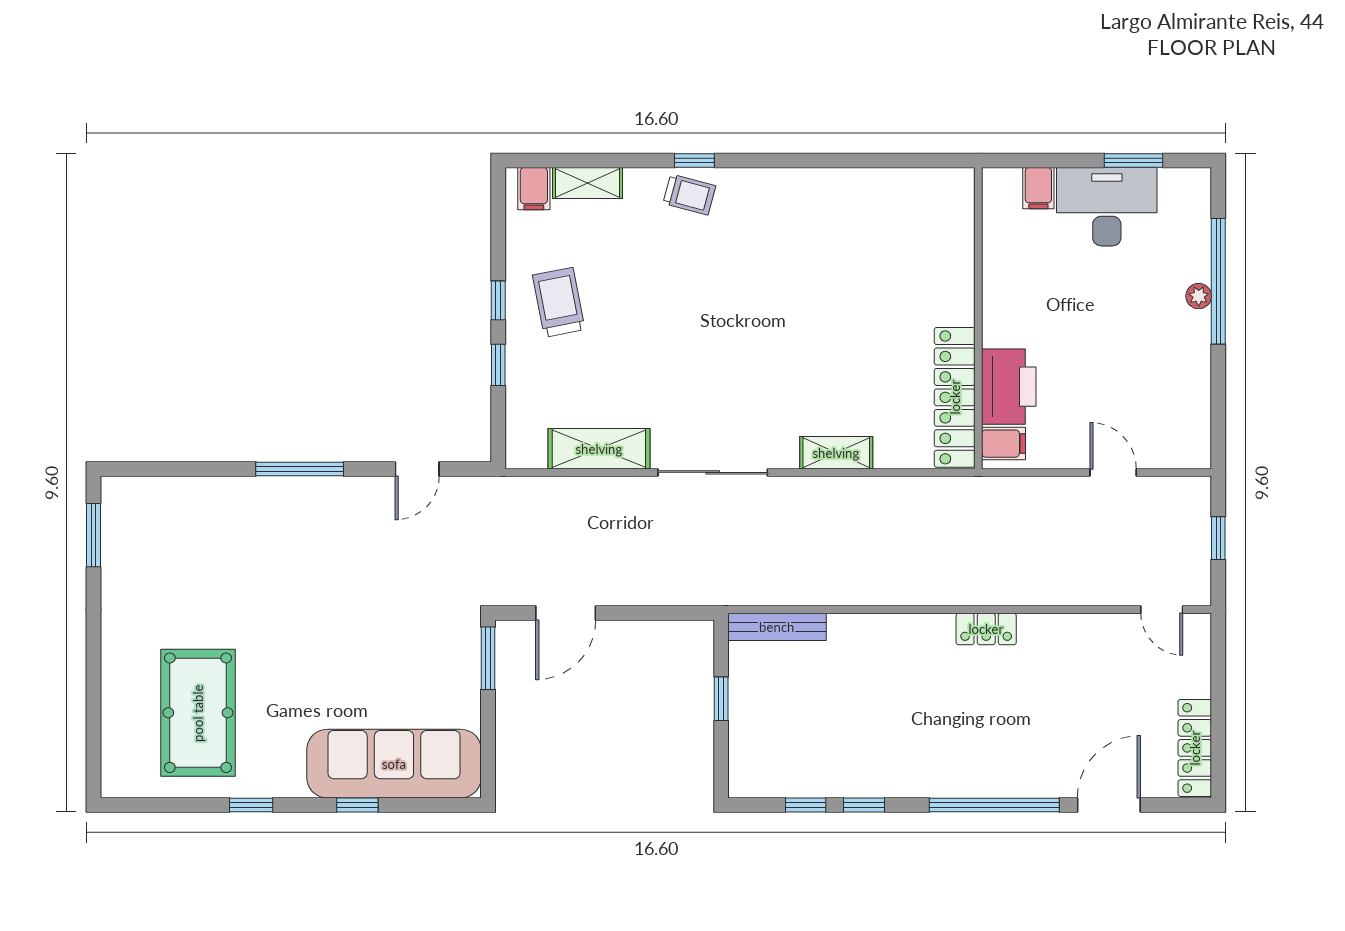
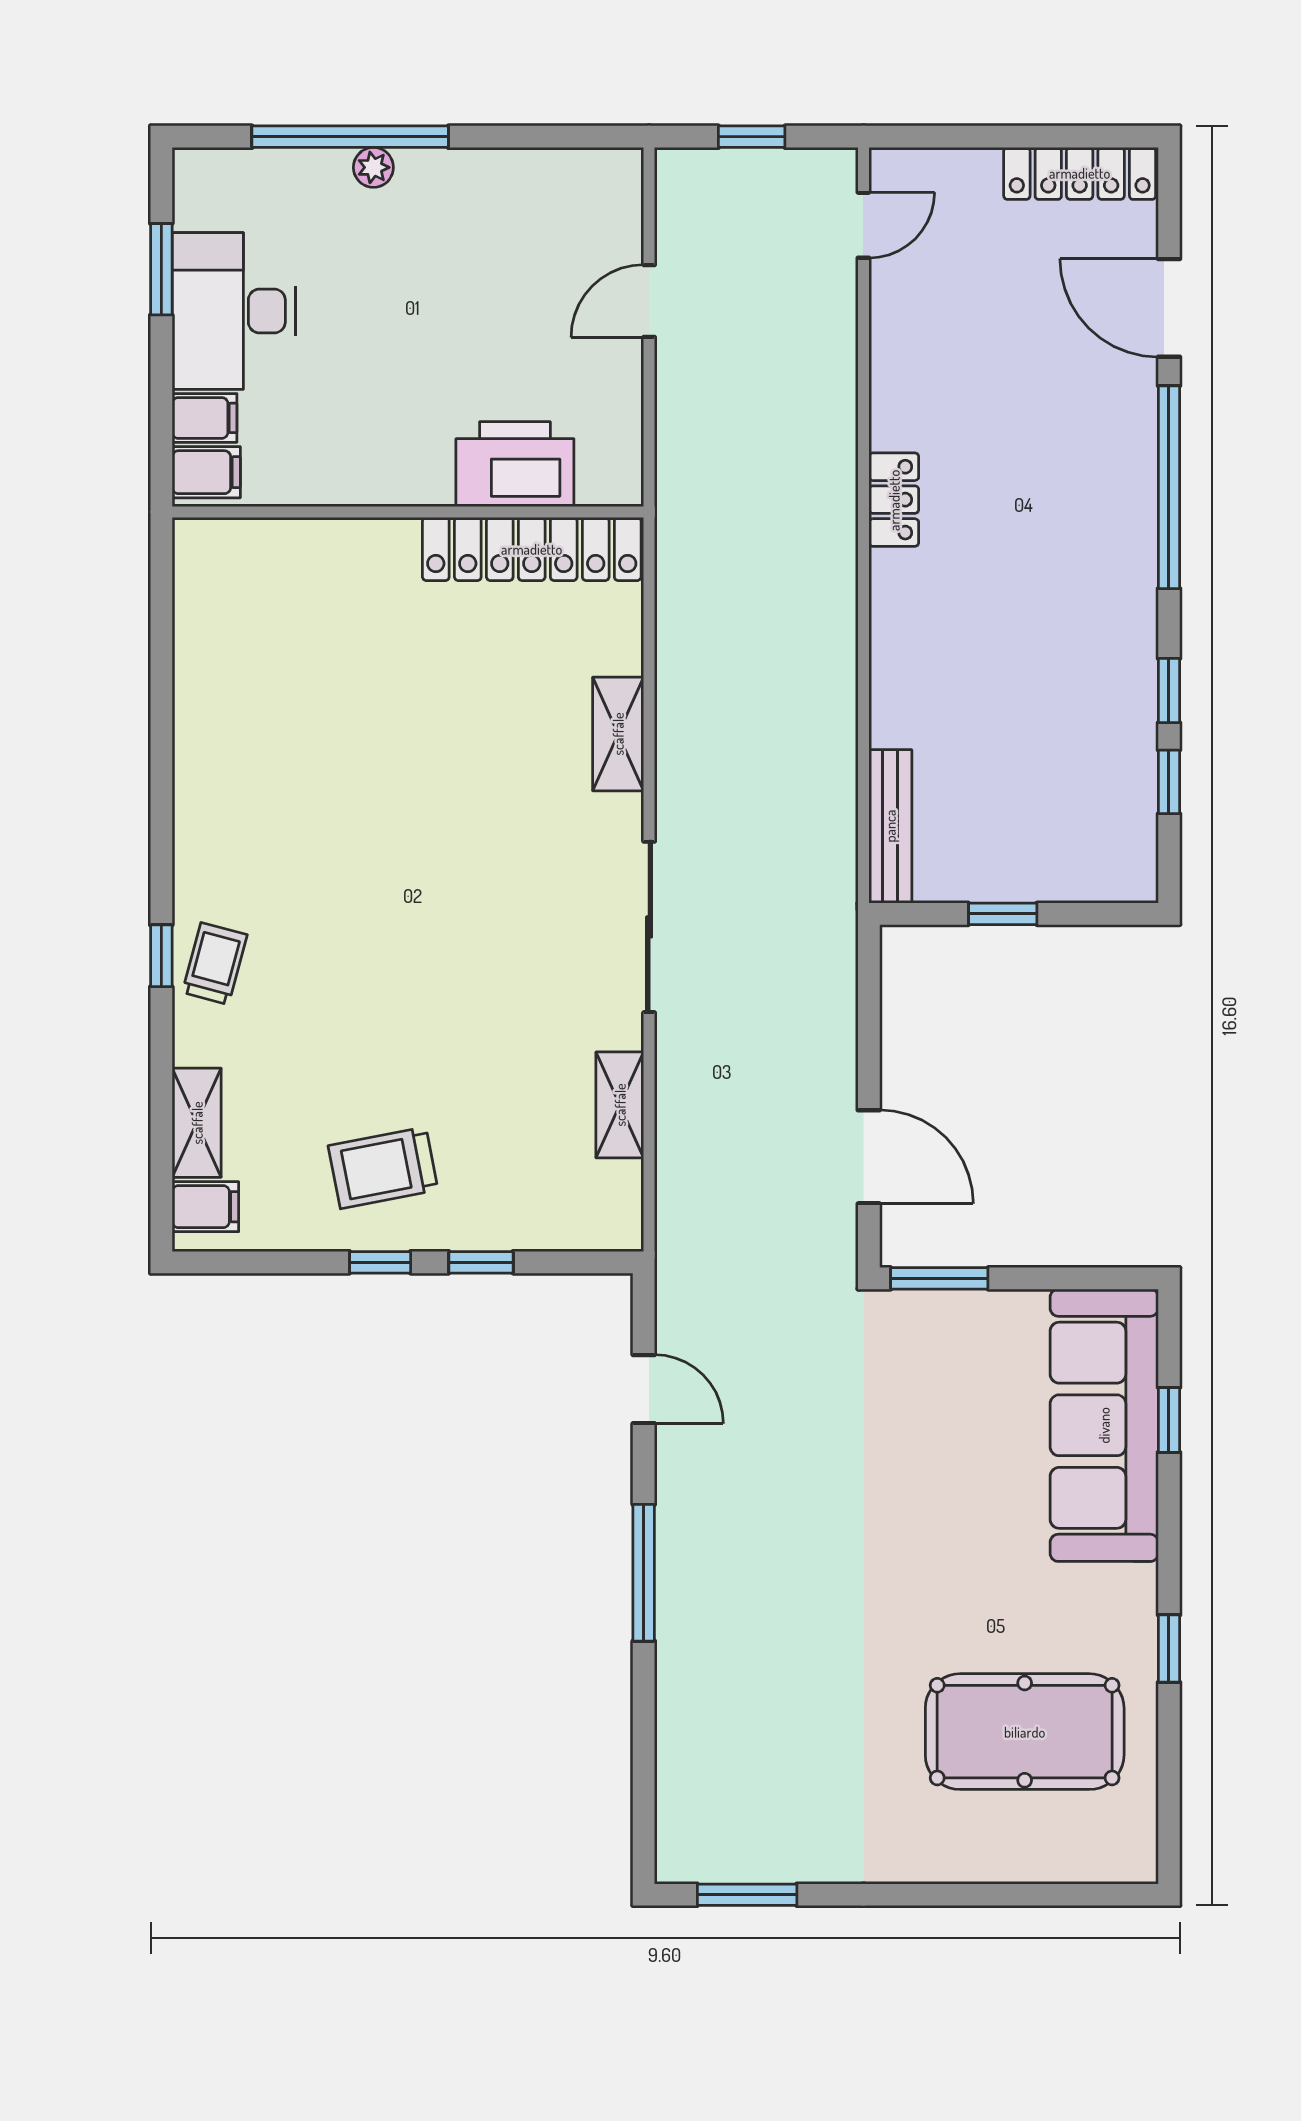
filing cabinet: (1004, 444) -> (206, 472), moved, turned 90
shelving: (599, 449) -> (620, 1105), width x0.67, depth x0.75
window: (357, 805) -> (1169, 1420), moved

